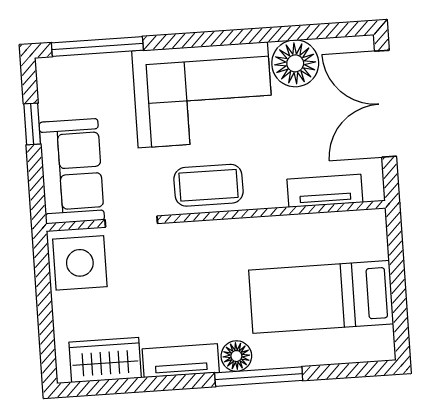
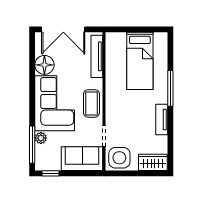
plant: (115, 67) -> (41, 138), added
window: (32, 124) -> (51, 173), moved
tv unit: (325, 191) -> (97, 56), width x1.41
floor lamp: (236, 356) -> (161, 97), removed
wardrobe: (105, 360) -> (153, 162), moved, turned 90

